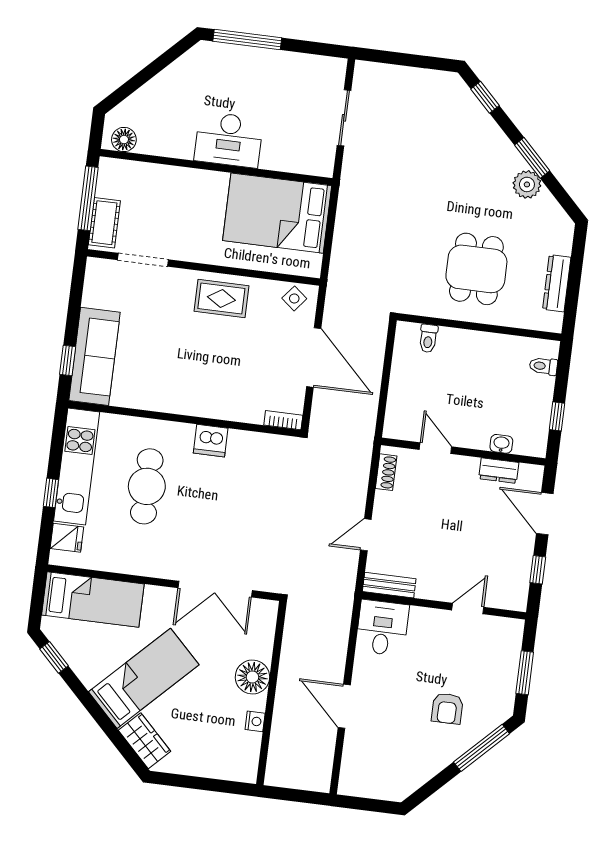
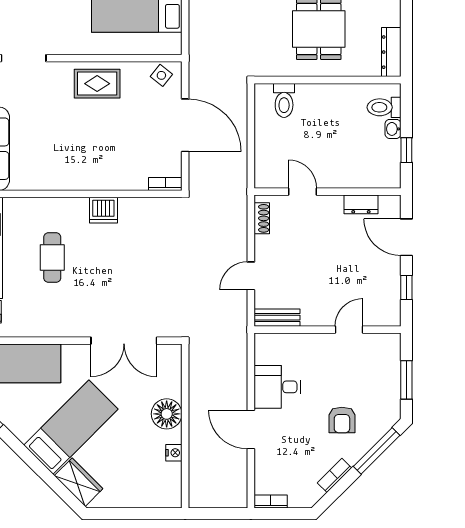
dresser: (557, 283) -> (391, 52), moved
toilet: (428, 338) -> (284, 100), width x1.37, depth x1.39
toilet: (543, 366) -> (384, 107), width x1.37, depth x1.39
washbasin: (501, 444) -> (393, 129), moved, turned -90
cafe table: (147, 486) -> (52, 258), width x0.73, depth x0.74
desk: (382, 628) -> (277, 387), moved, turned -90
bookcase: (431, 769) -> (334, 475), added
bookcase: (356, 789) -> (271, 501), added

